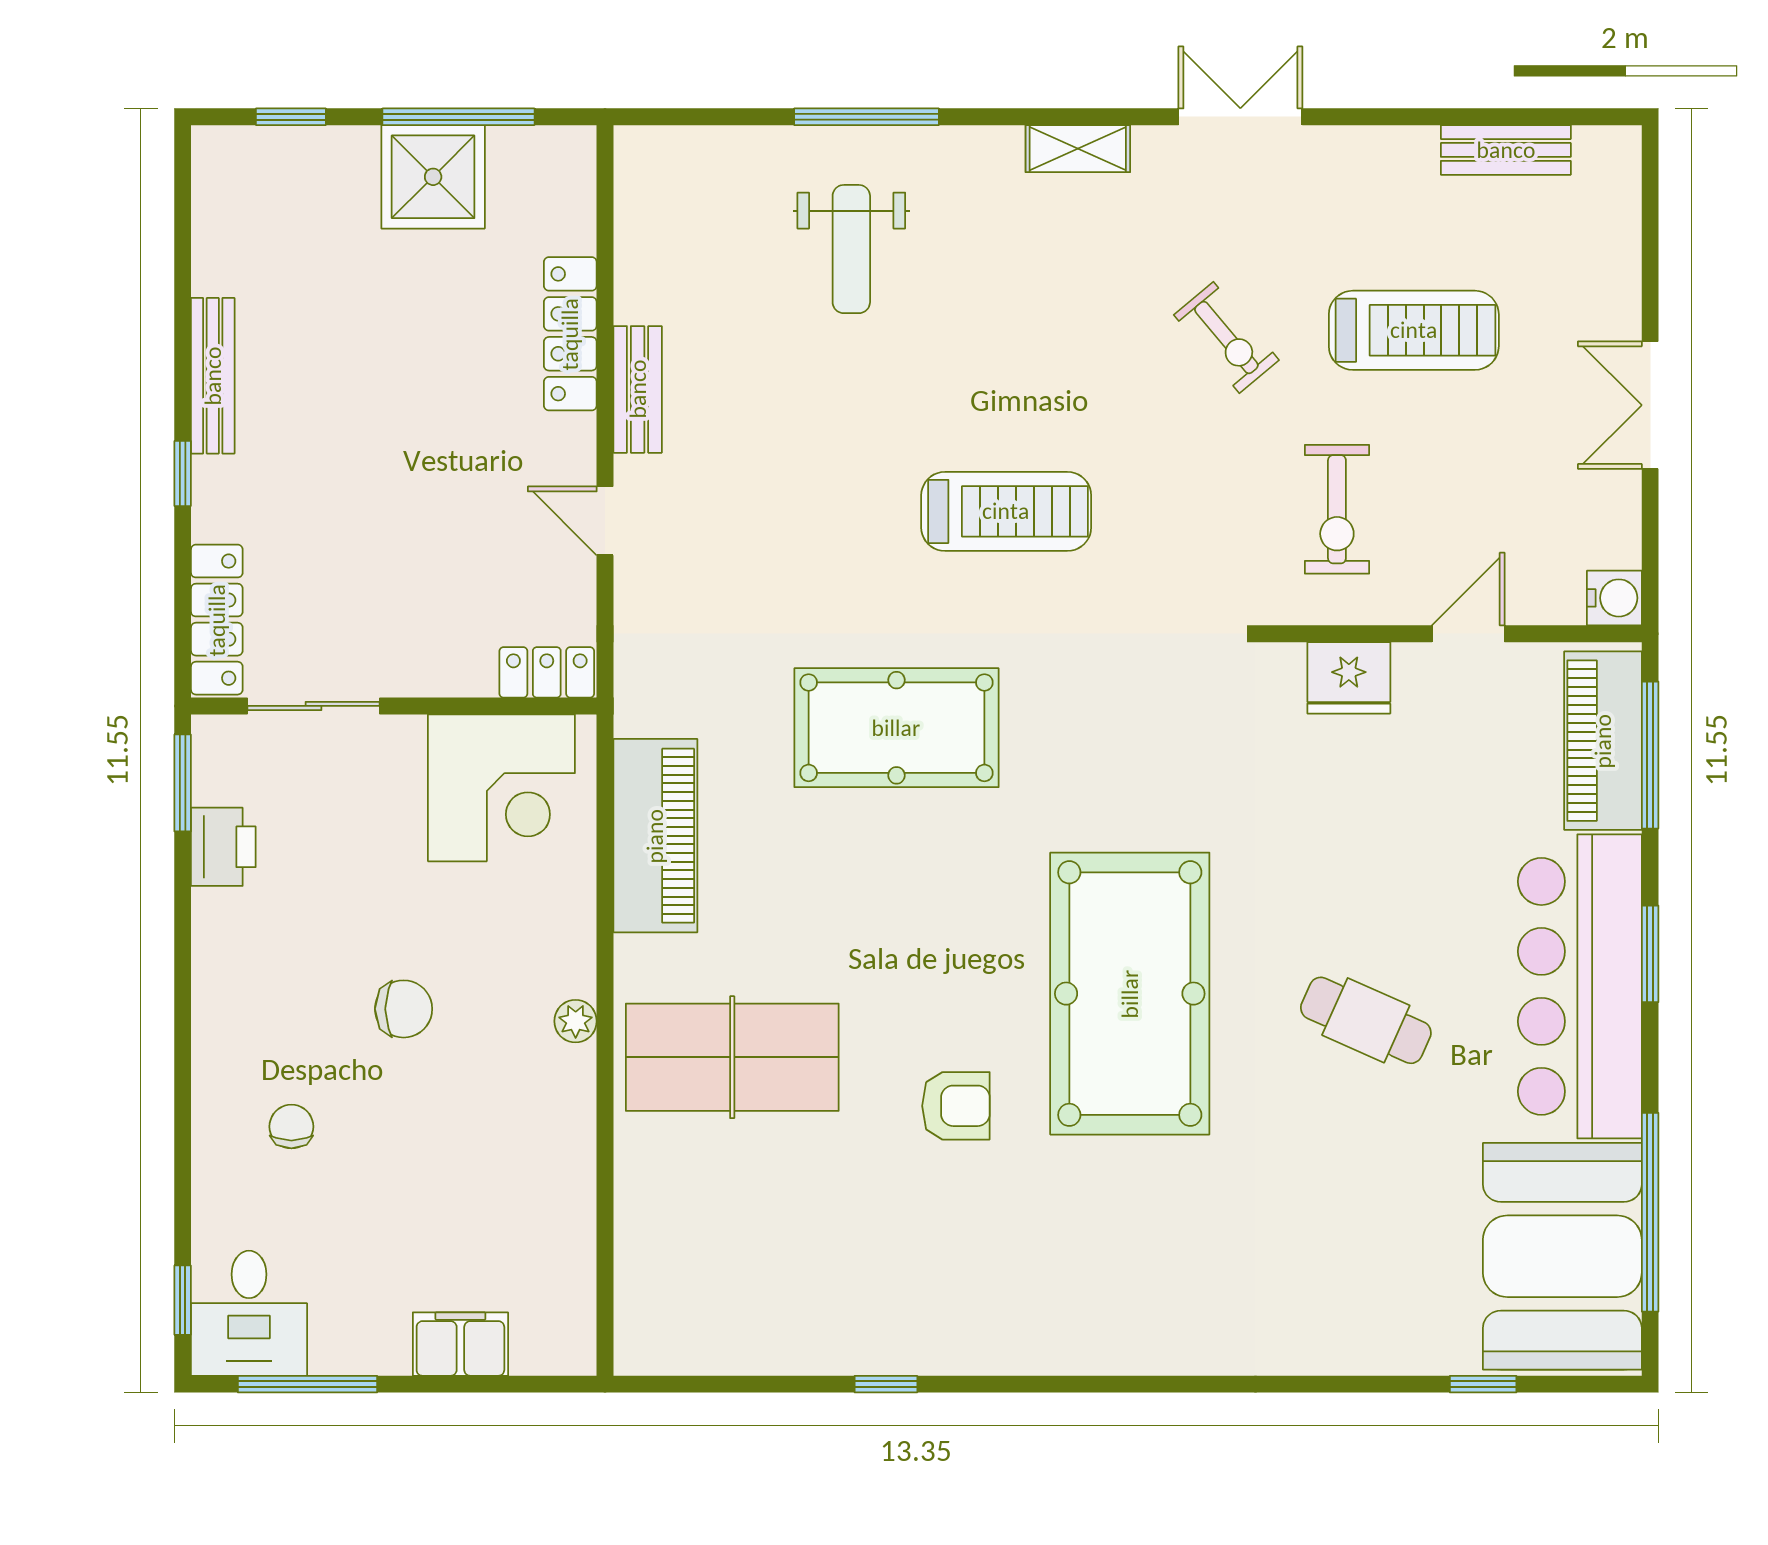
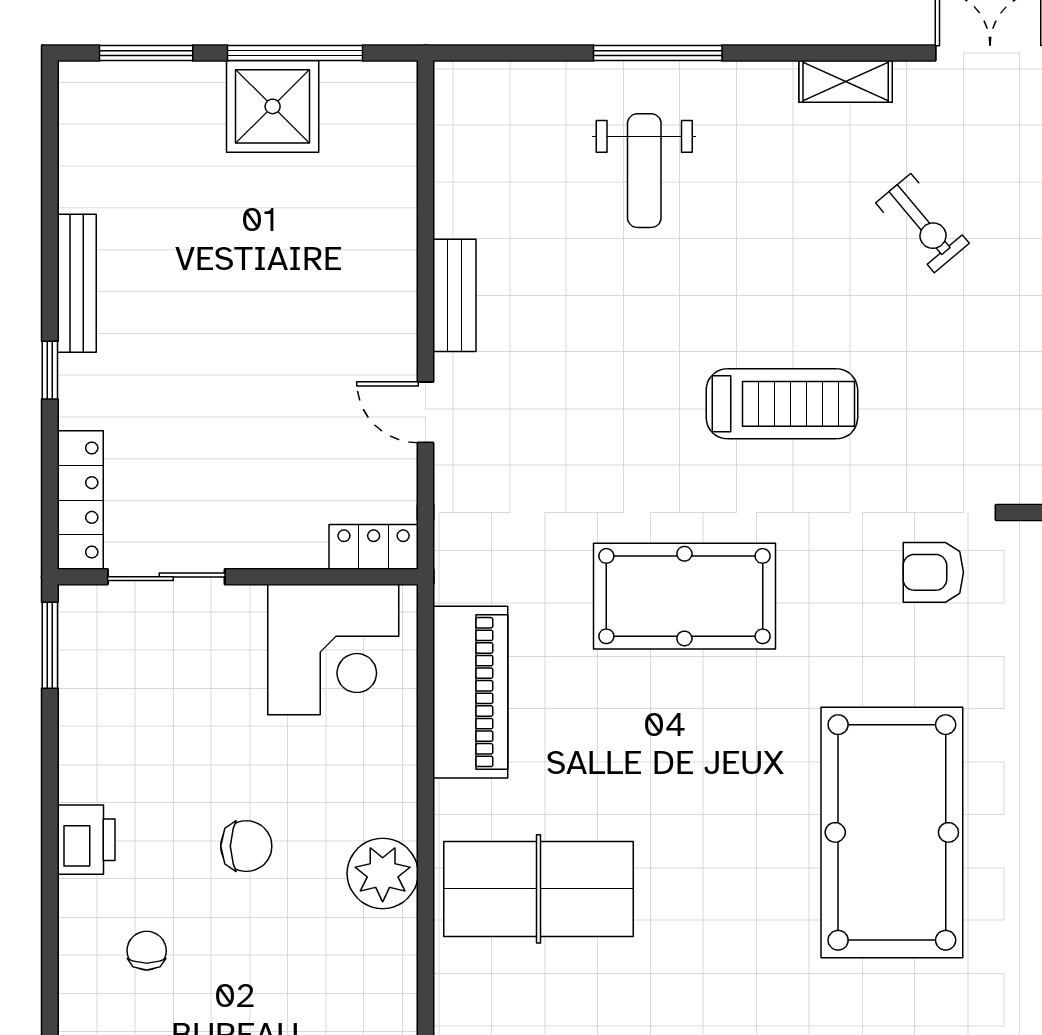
window: (291, 117) -> (146, 53), width x1.50
locker: (570, 334) -> (395, 246), removed
exercise bike: (1226, 337) -> (922, 223), moved
printer: (223, 847) -> (86, 840), moved
plant: (576, 1021) -> (383, 873), width x1.87, depth x1.87
armchair: (956, 1106) -> (933, 572), moved, turned 180

